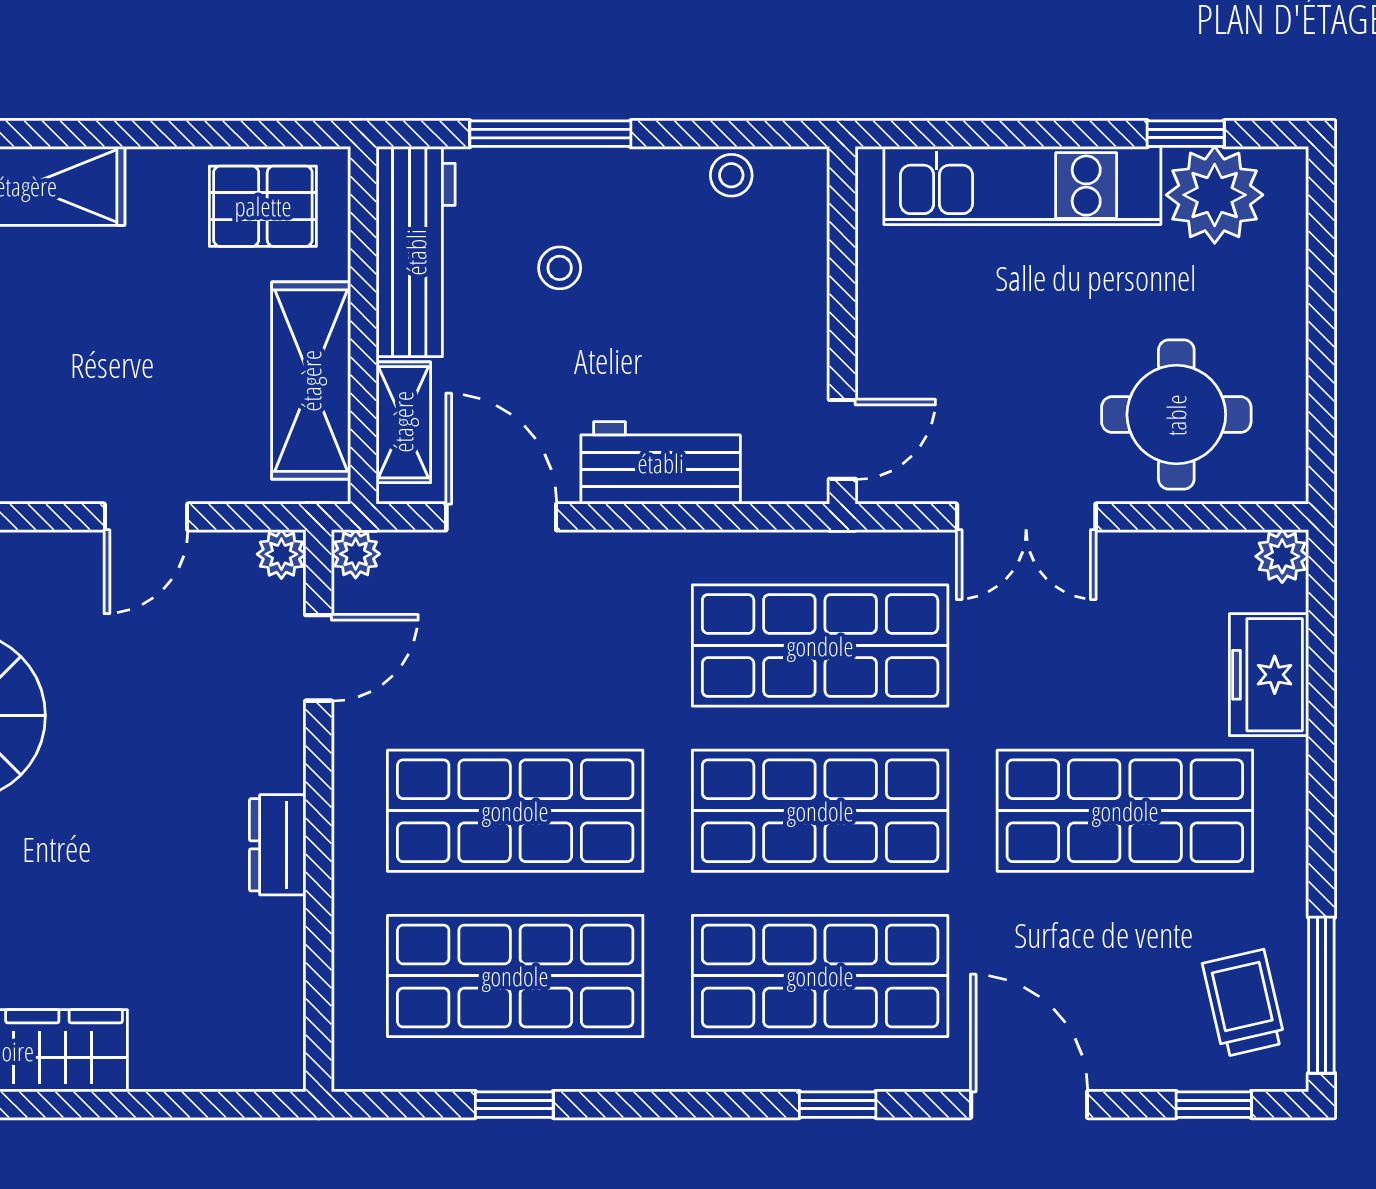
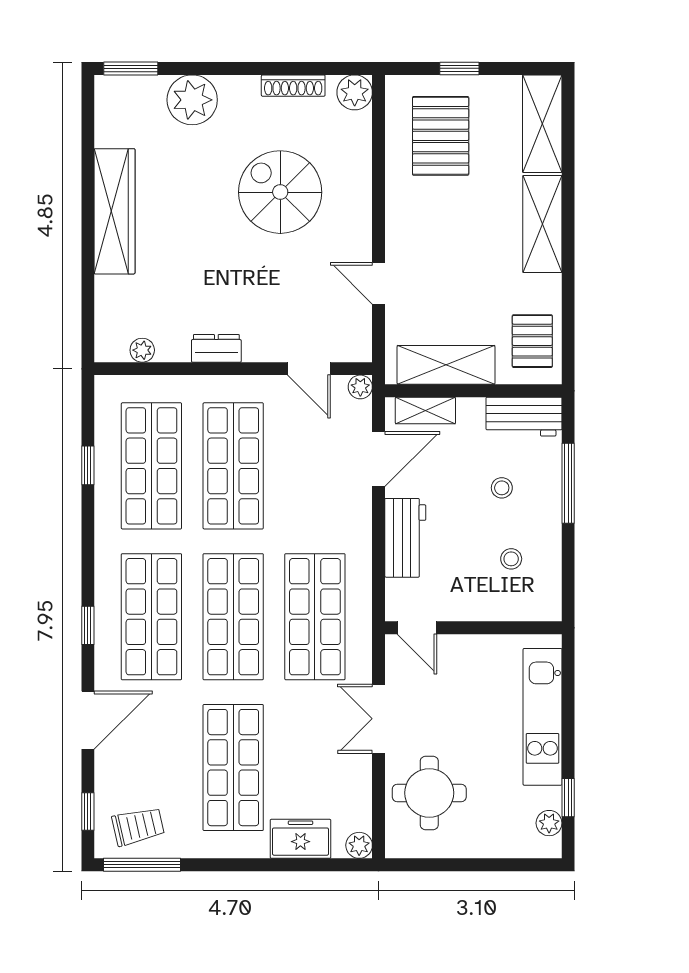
stool: (731, 175) -> (511, 559), moved
plant: (1215, 195) -> (549, 823), width x0.53, depth x0.53
workbench: (416, 252) -> (524, 417), width x0.73
plant: (281, 554) -> (142, 350), moved

